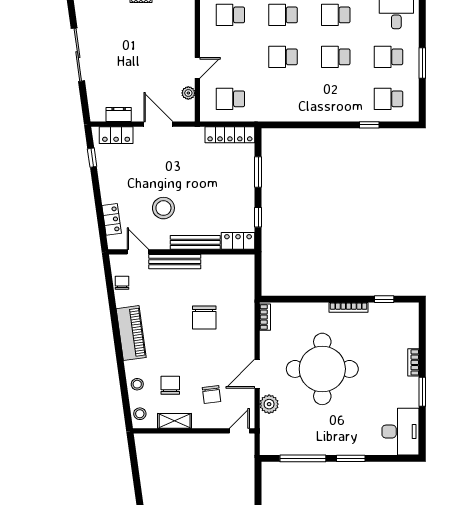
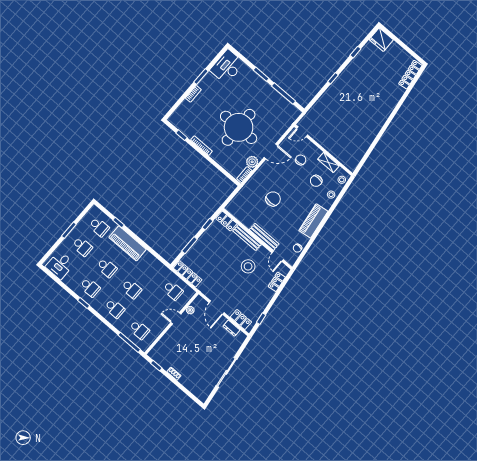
piano: (336, 109) -> (128, 243), added
plant: (269, 404) -> (252, 162), moved

